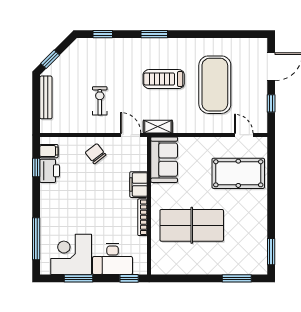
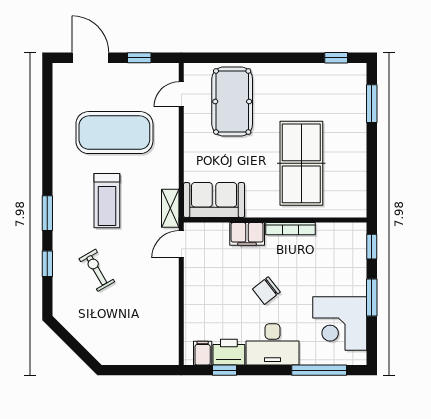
window: (103, 34) -> (47, 264), moved
window: (50, 59) -> (81, 351), removed
bench: (46, 97) -> (131, 357), removed
exercise bike: (100, 101) -> (97, 270), moved, turned 60
chair: (96, 154) -> (266, 291), moved
window: (271, 252) -> (336, 58), width x0.67
desk: (113, 259) -> (273, 344), moved, turned 90
window: (78, 278) -> (372, 297), moved

